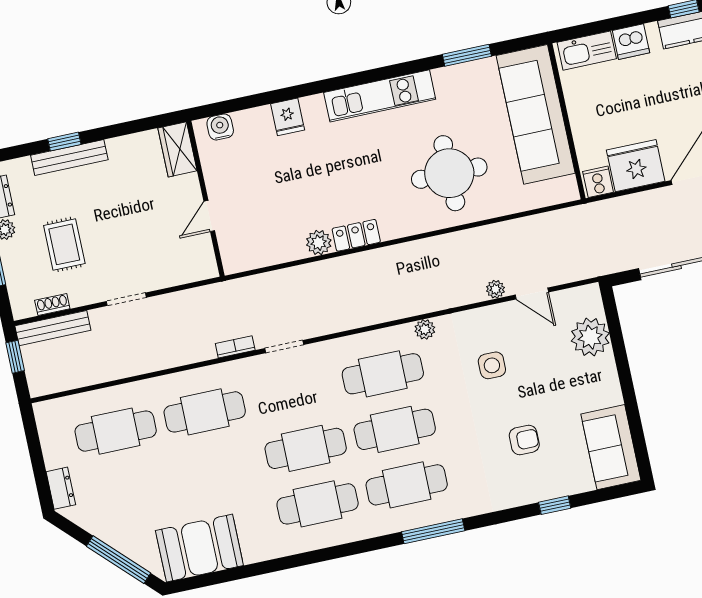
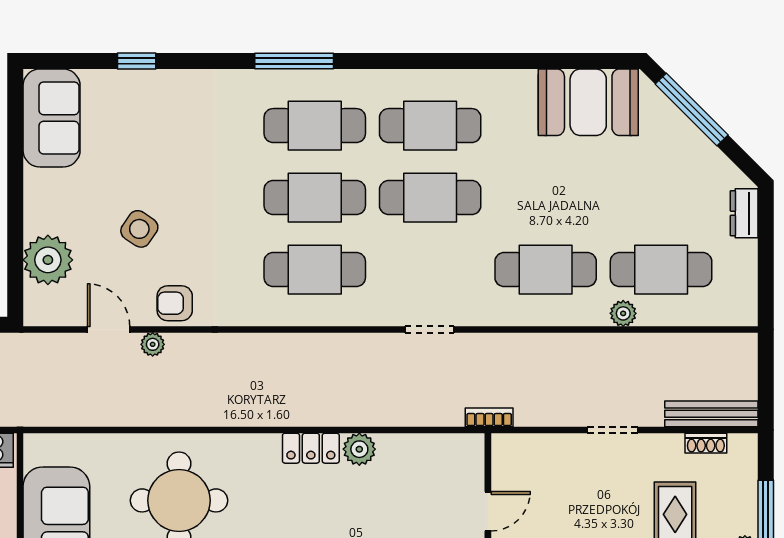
plant: (425, 329) -> (623, 313), moved
bookcase: (235, 347) -> (489, 417), moved, turned 180
window: (15, 357) -> (766, 388), removed
side table: (492, 365) -> (139, 229), moved, turned 34
armchair: (524, 440) -> (175, 303), moved

